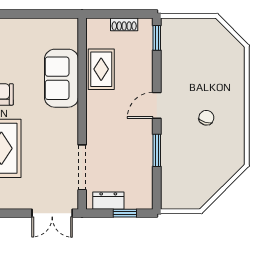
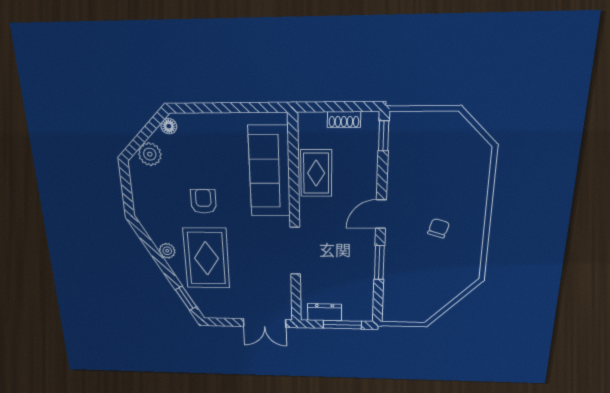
sofa: (61, 78) -> (269, 171), width x1.36
doorway: (82, 167) -> (295, 251), moved
window: (125, 213) -> (342, 325), width x1.50

